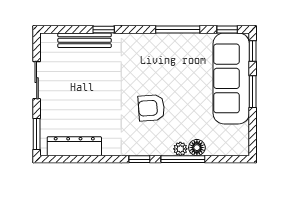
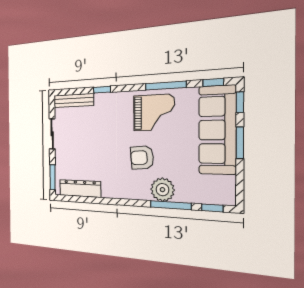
bench: (85, 40) -> (73, 100), moved
grand piano: (165, 58) -> (154, 113), added
floor lamp: (197, 148) -> (184, 195), removed
plant: (180, 149) -> (162, 190), width x1.87, depth x1.87
window: (139, 159) -> (212, 208), moved

